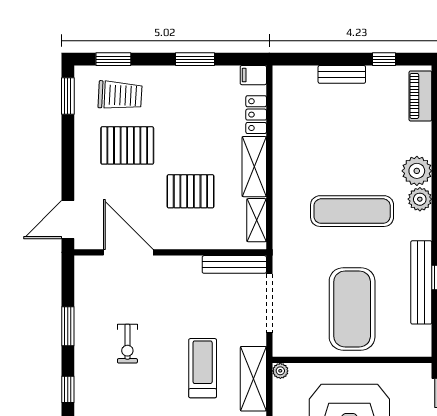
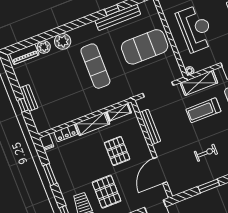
window: (384, 59) -> (23, 105), moved
plant: (420, 199) -> (44, 47), moved
bench: (234, 264) -> (150, 127), moved

